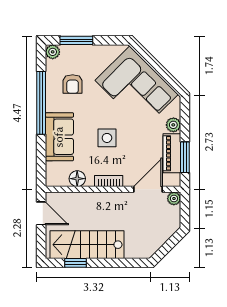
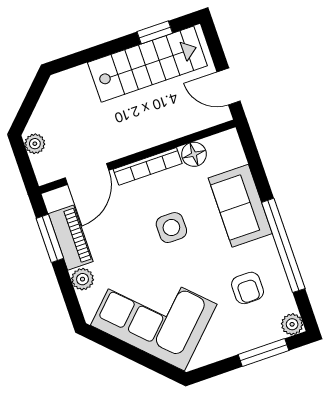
armchair: (73, 84) -> (248, 288), turned 180
bookcase: (109, 181) -> (148, 166), width x1.56
plant: (174, 198) -> (35, 144), moved

